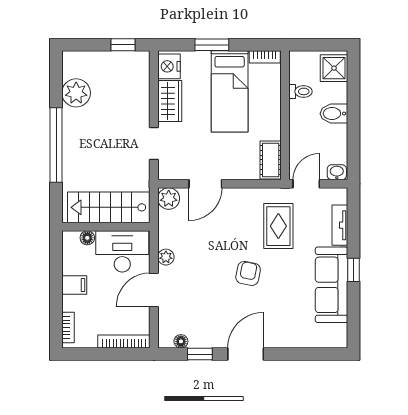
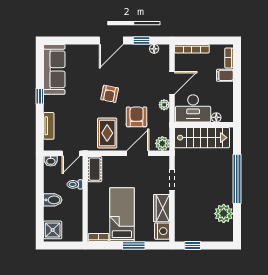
toilet: (300, 91) -> (75, 184), moved
rug: (278, 226) -> (107, 133), moved
armchair: (207, 239) -> (137, 117), added
filing cabinet: (74, 285) -> (225, 75), moved
sofa: (332, 285) -> (54, 69), moved

